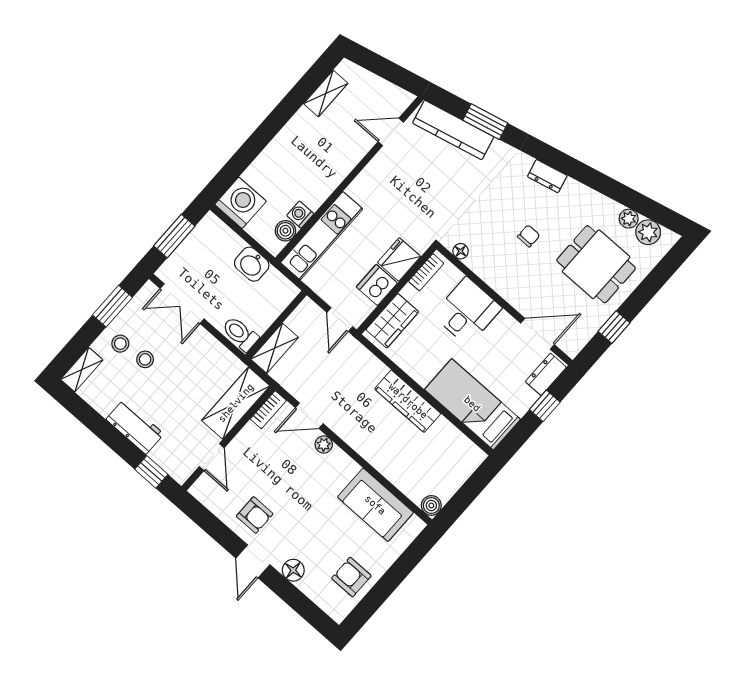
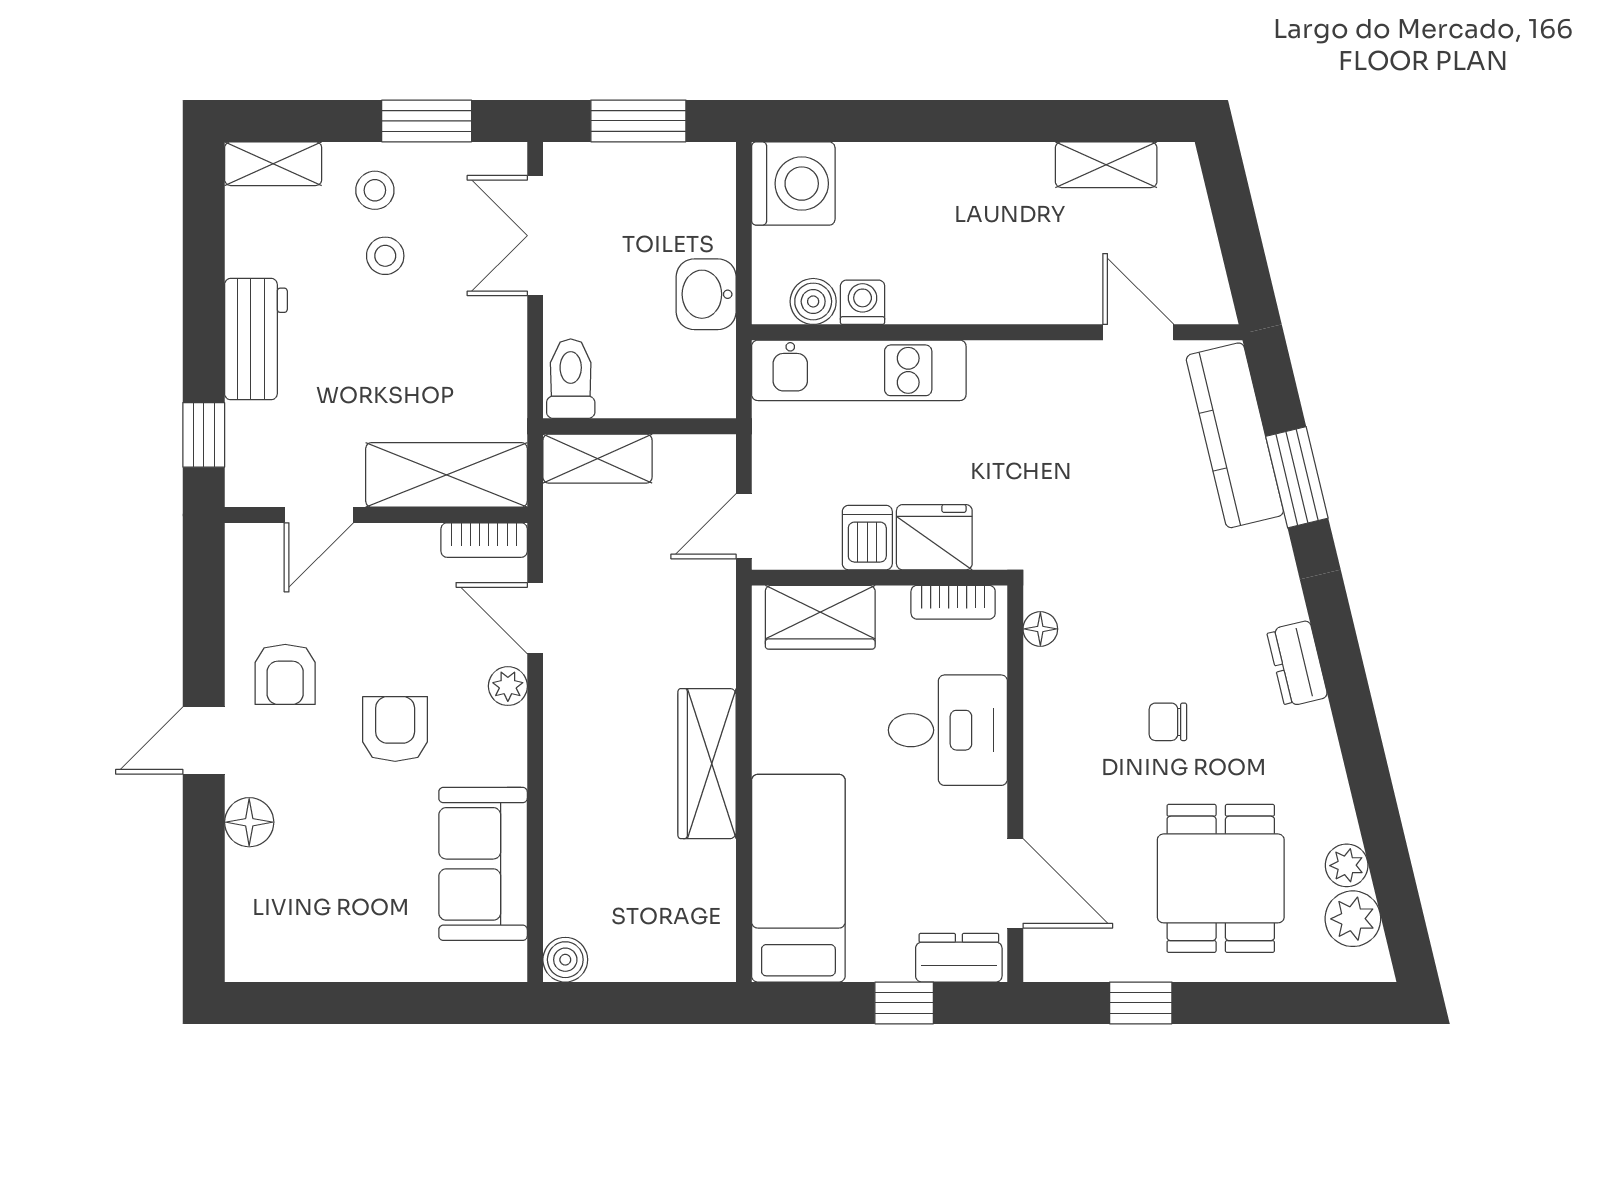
chair: (529, 236) -> (1168, 722), turned 180
dishwasher: (377, 285) -> (867, 538), width x0.73
armchair: (351, 577) -> (395, 729), moved

